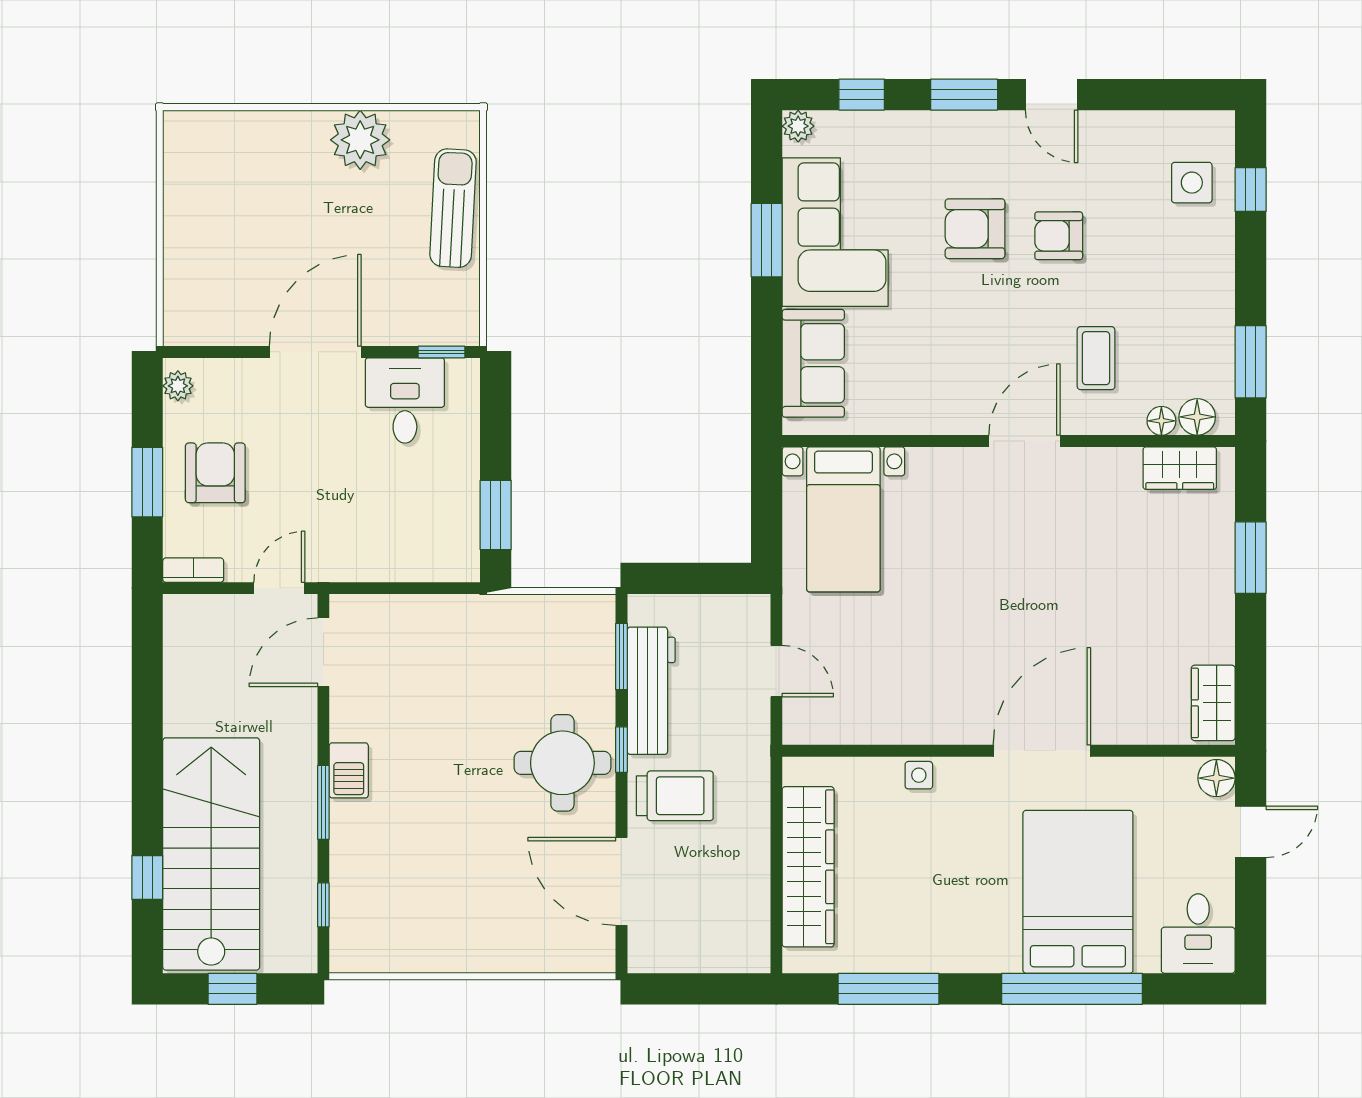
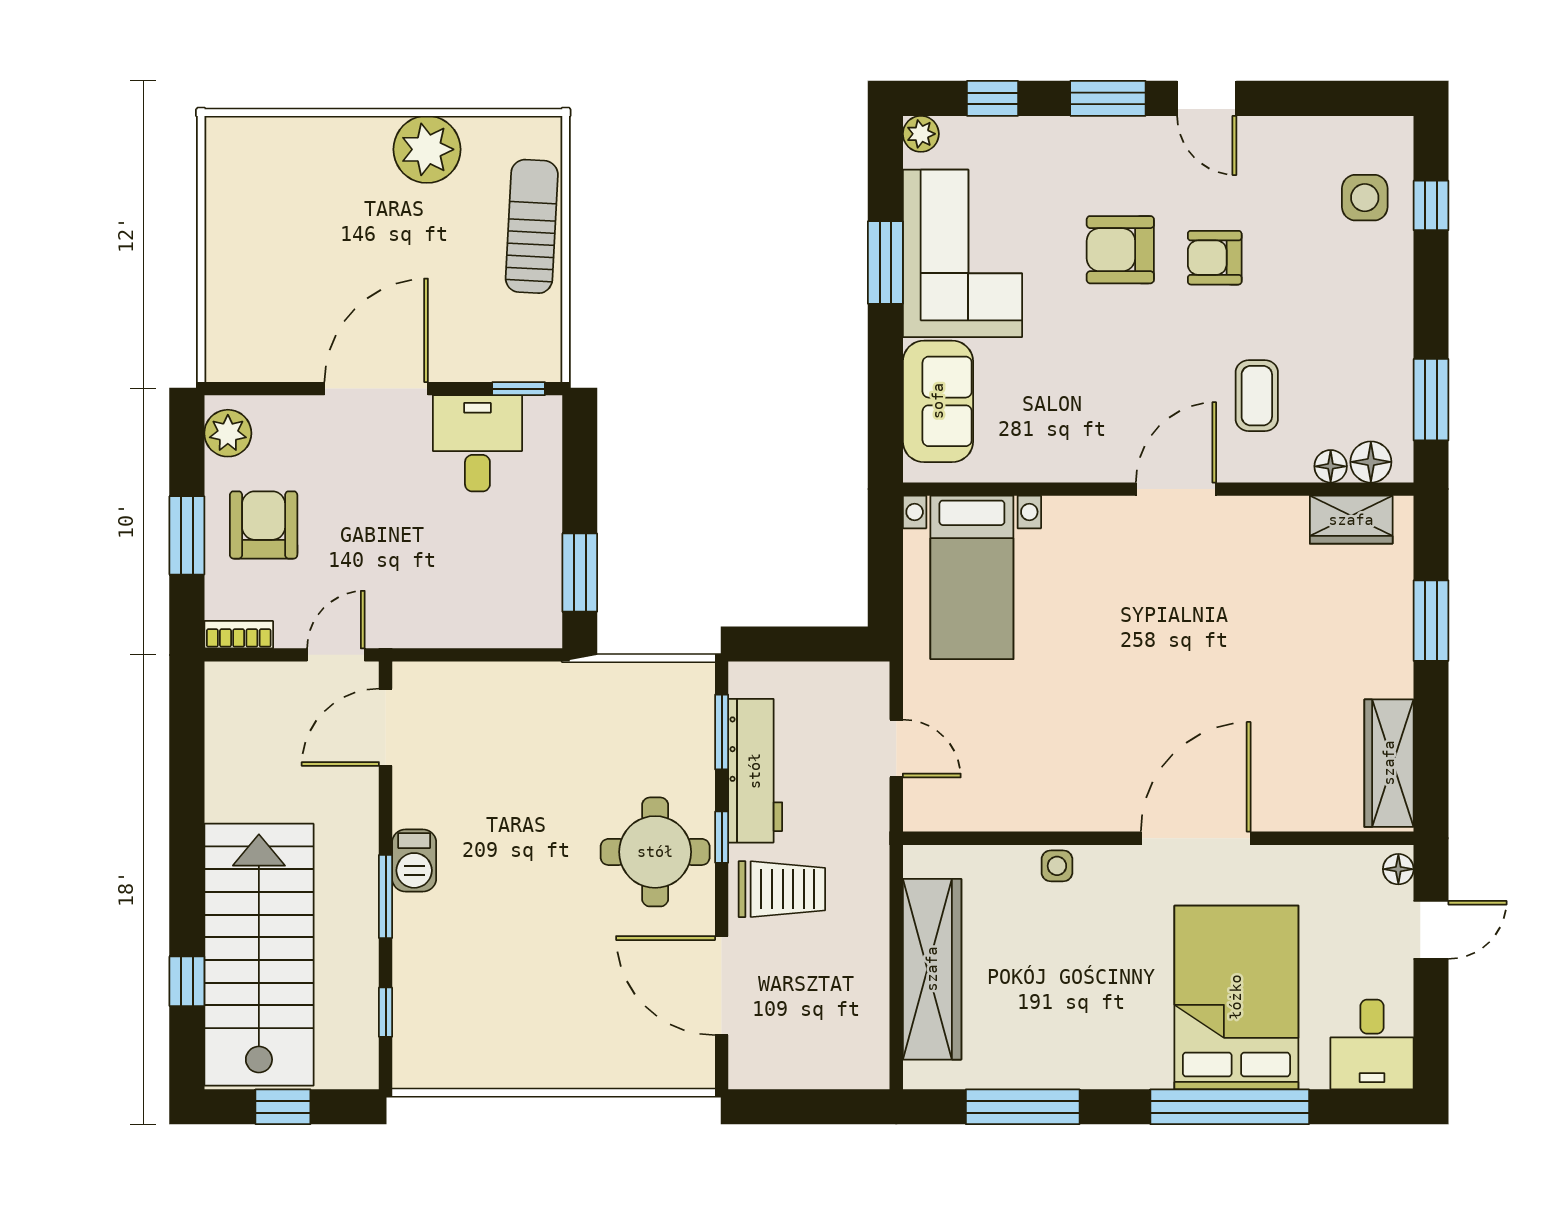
plant: (178, 386) -> (228, 433), width x1.38, depth x1.38
wardrobe: (1213, 703) -> (1389, 763), width x1.50
floor lamp: (1216, 778) -> (1398, 869), width x0.73, depth x0.73

